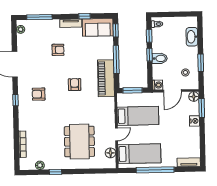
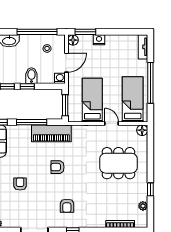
window: (201, 63) -> (37, 32), width x2.11
door: (172, 91) -> (66, 63), hinge flipped
floor lamp: (110, 153) -> (142, 130), moved

